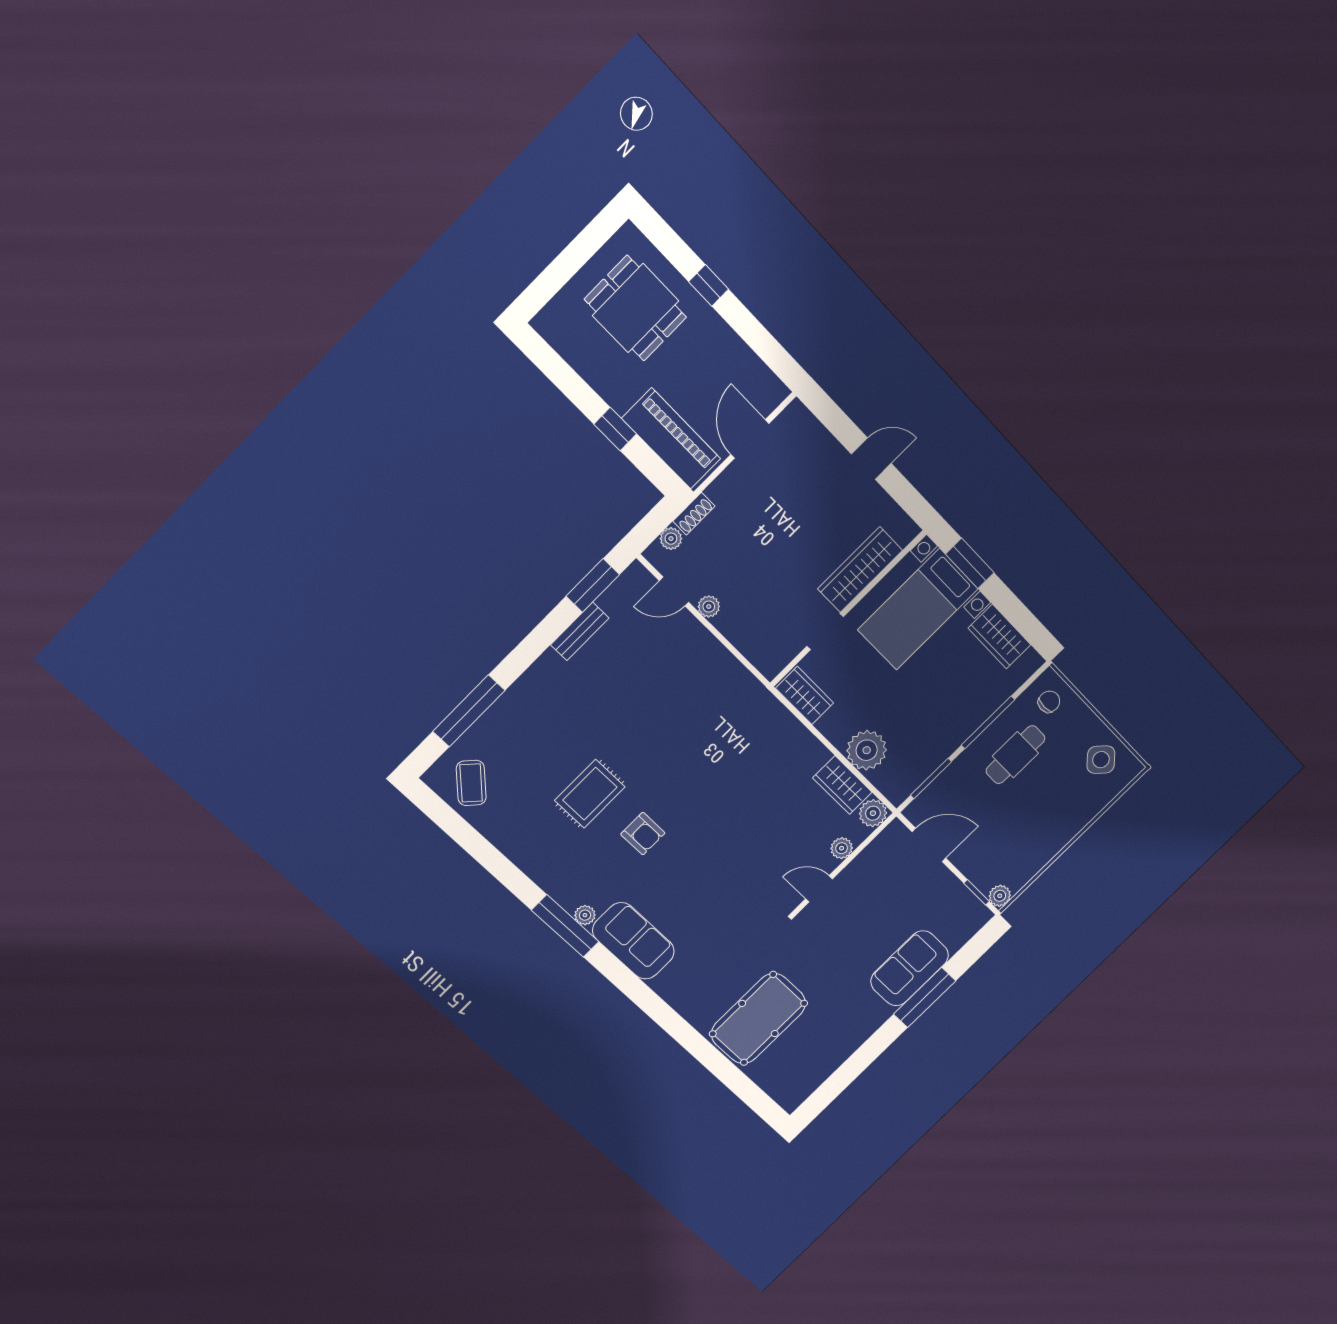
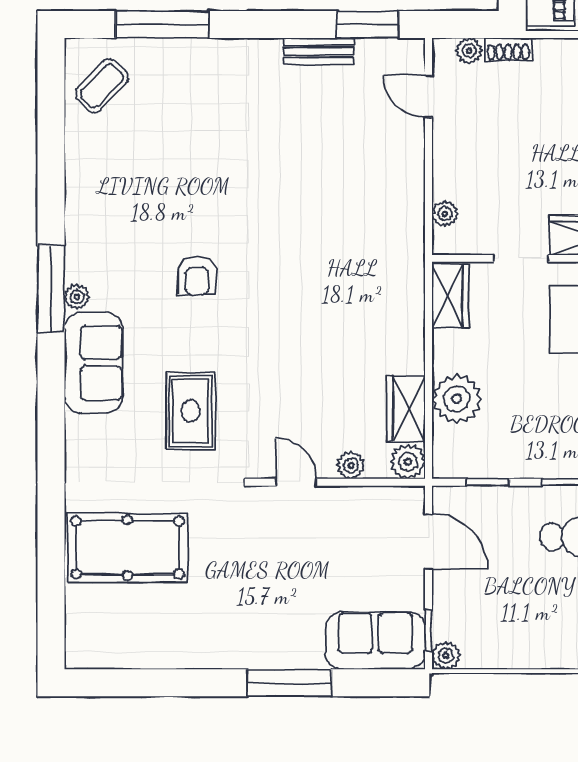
plant: (709, 606) -> (445, 214), moved
window: (931, 778) -> (488, 482), width x0.67
rug: (590, 794) -> (190, 411), moved, turned 90
sofa: (910, 968) -> (375, 641), moved

